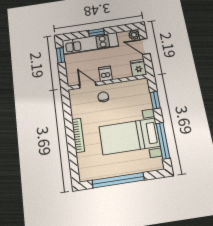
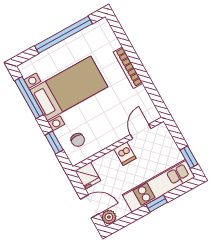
door: (88, 85) -> (141, 131), swing flipped
chair: (103, 97) -> (78, 140), moved

